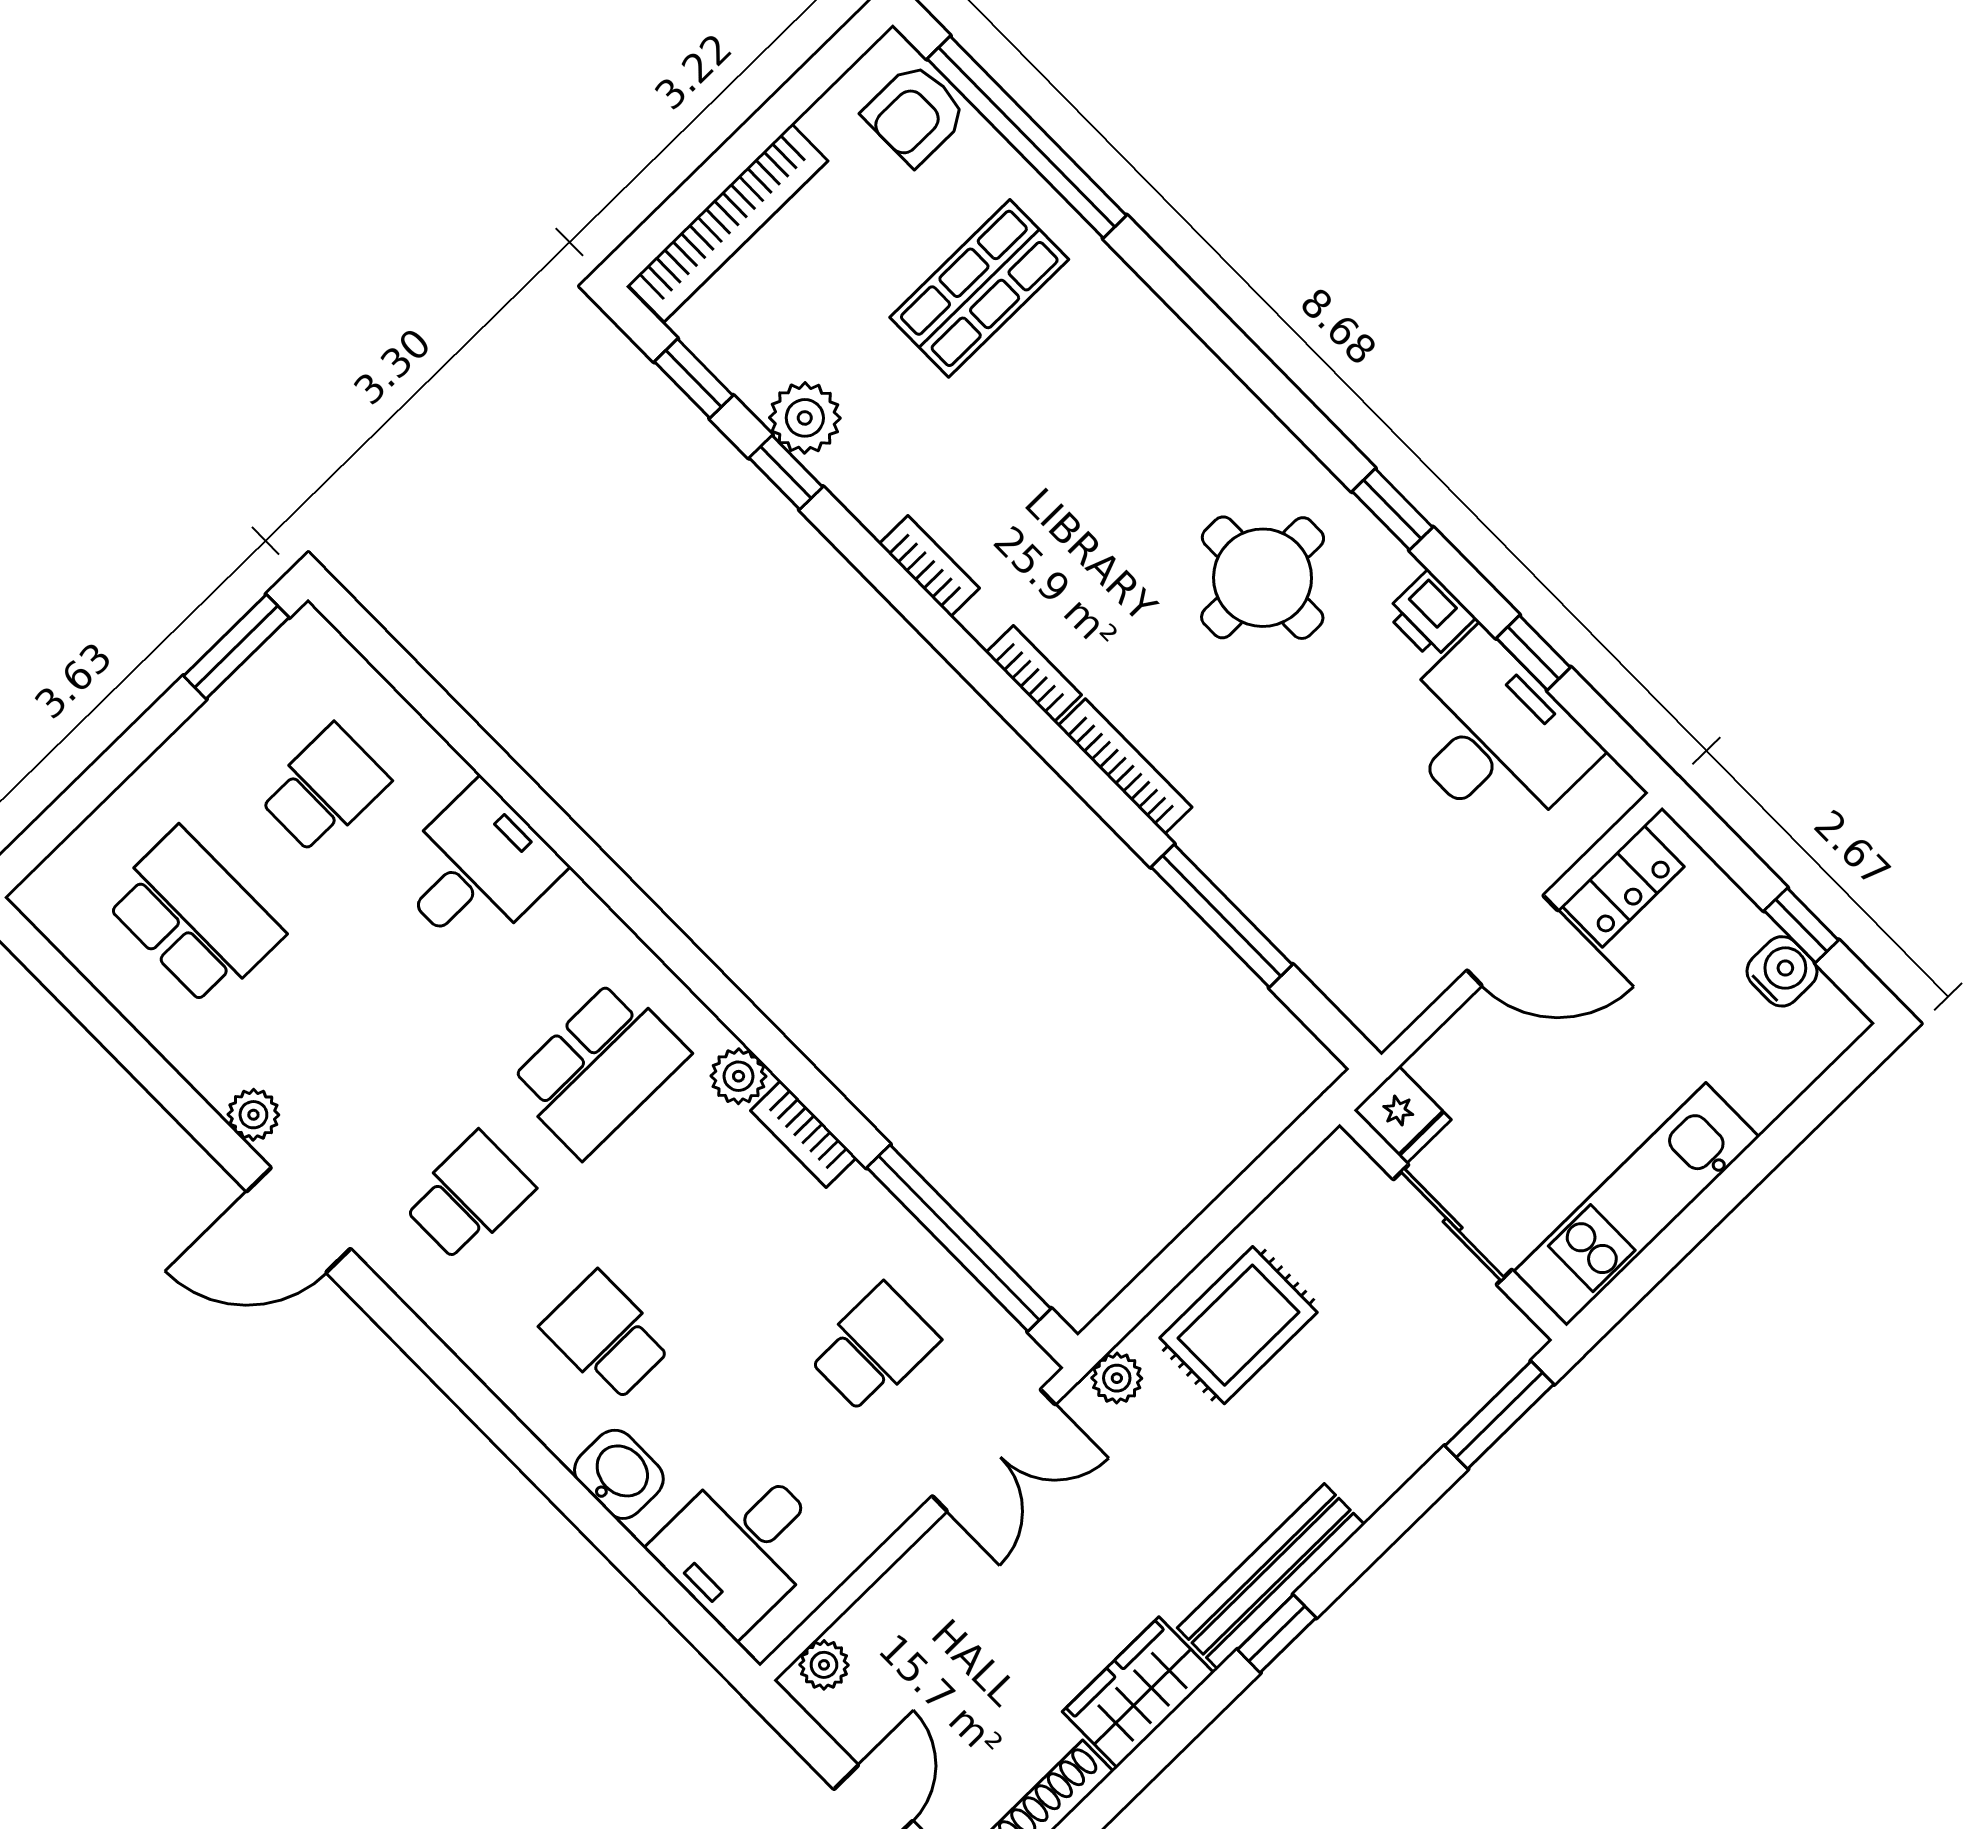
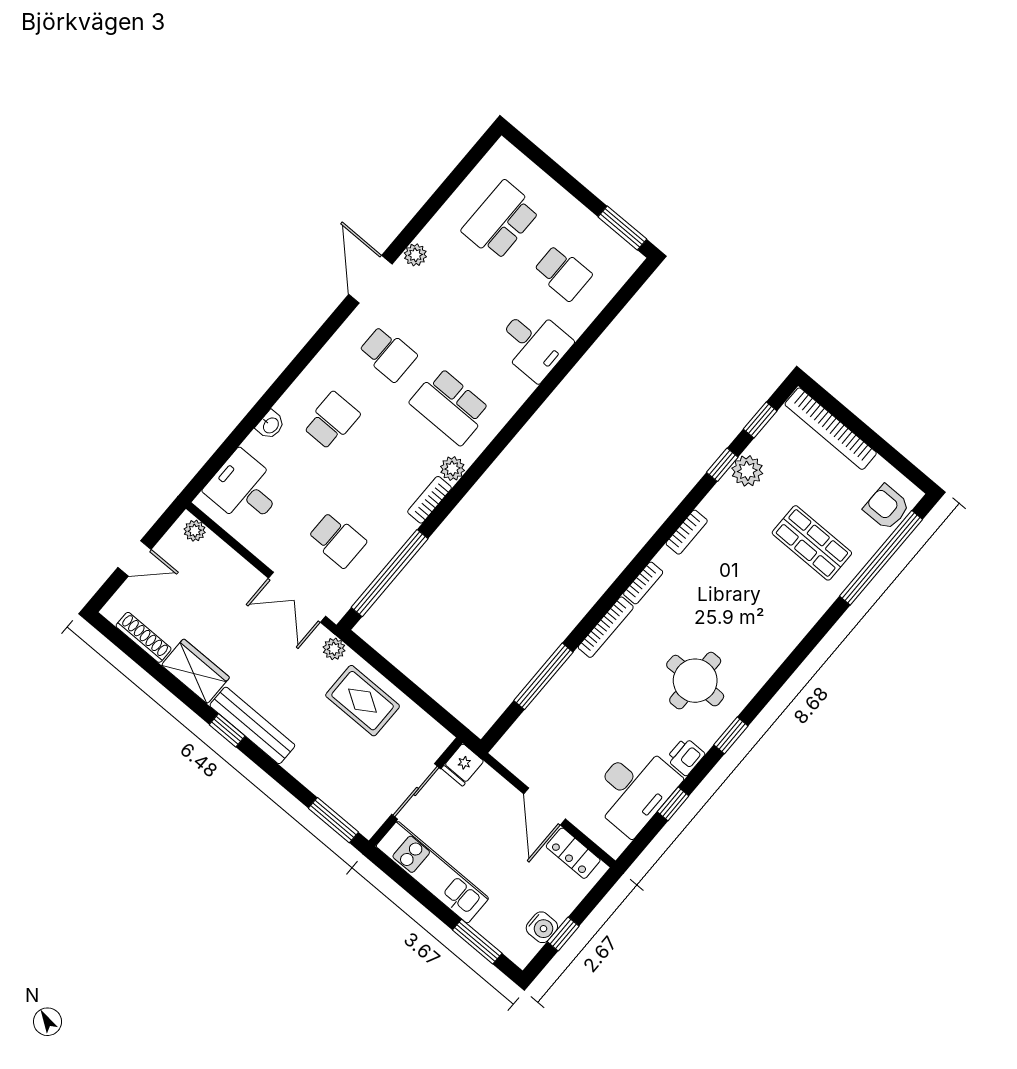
school desk: (194, 917) -> (501, 220), turned 180
window: (1801, 1119) -> (477, 942), added
washbasin: (619, 1474) -> (270, 425), width x0.72, depth x0.69

